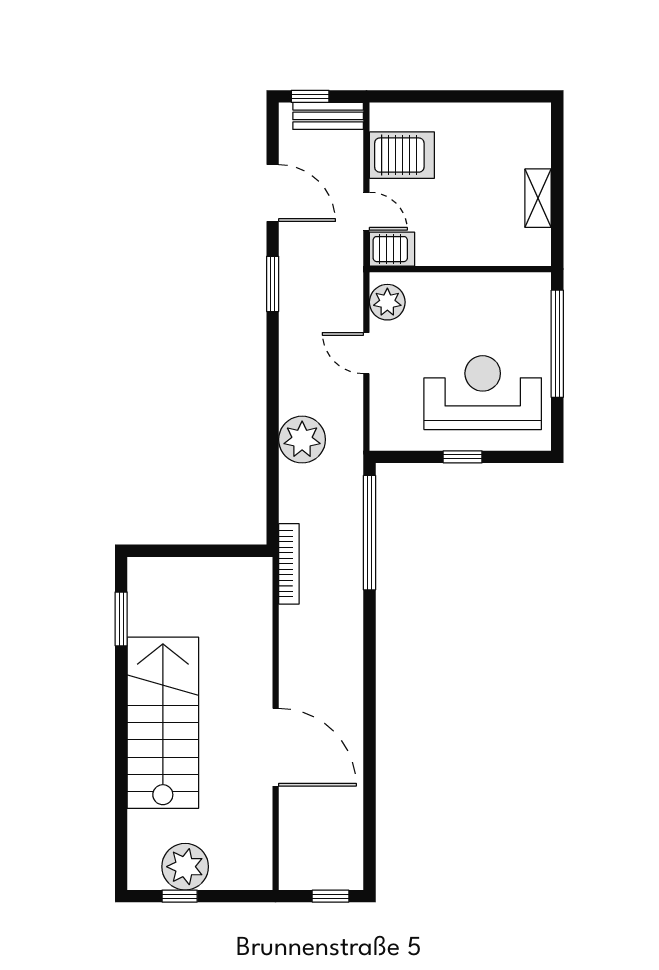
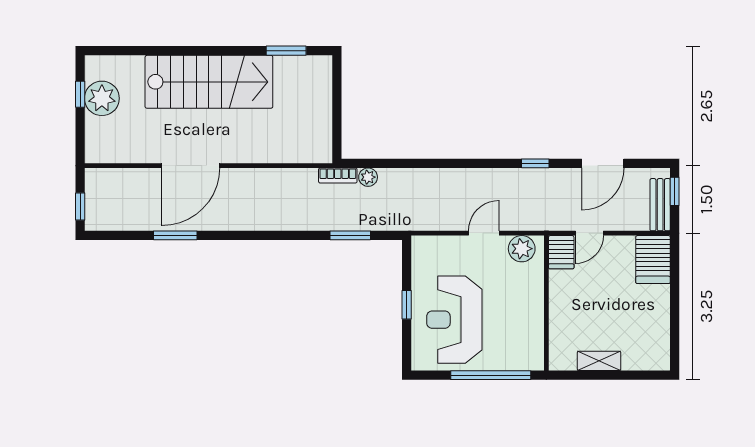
server rack: (402, 155) -> (653, 260), moved
window: (273, 284) -> (535, 163), width x0.67
reception desk: (483, 393) -> (454, 320), turned 180
plant: (302, 440) -> (368, 177), moved, width x0.53, depth x0.53
window: (369, 533) -> (350, 235), width x0.47
bookcase: (289, 564) -> (338, 176), width x0.64
window: (369, 768) -> (175, 235), added

